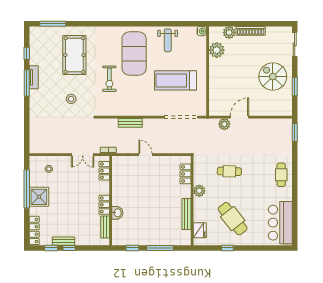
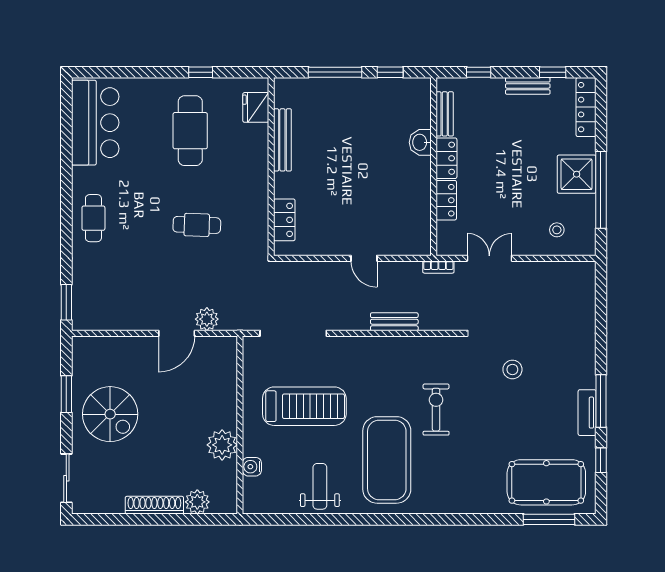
water cooler: (202, 31) -> (252, 467), moved
plant: (217, 50) -> (222, 445), moved
pool table: (74, 55) -> (546, 482), moved, turned 90
locker: (104, 171) -> (446, 200), moved
plant: (199, 191) -> (257, 186), removed
cafe table: (233, 219) -> (190, 131), turned 38
window: (69, 248) -> (479, 72), moved

